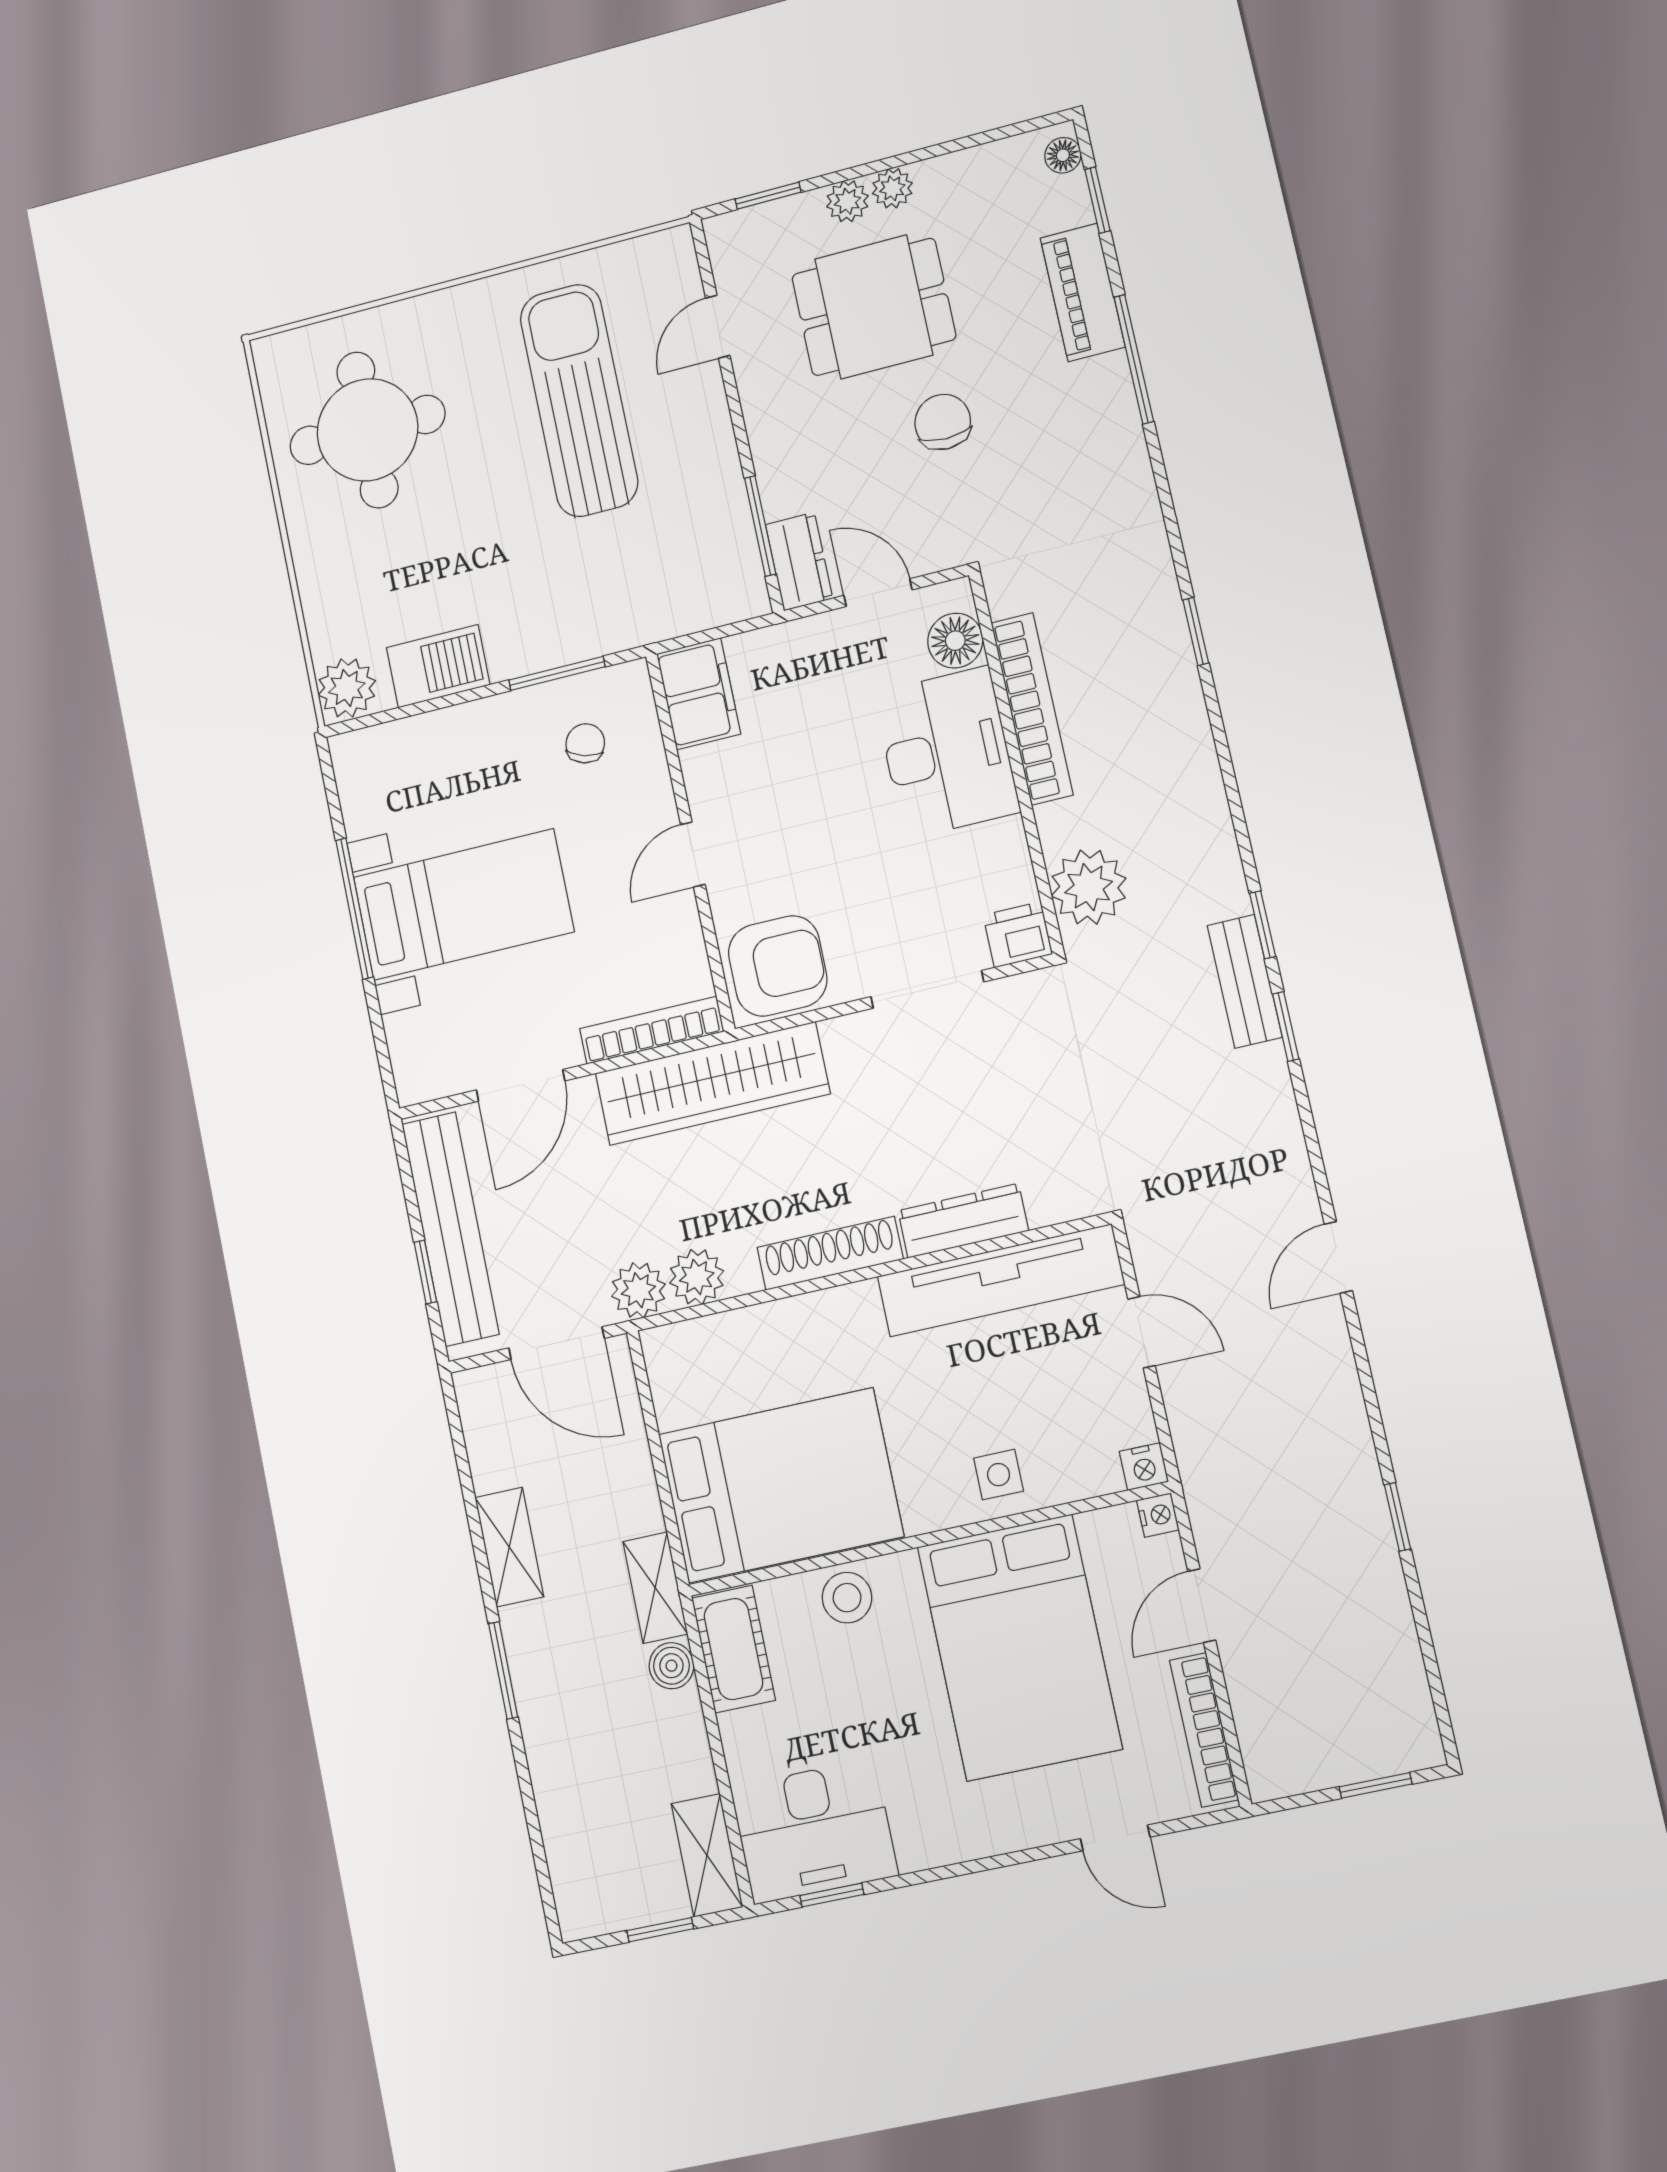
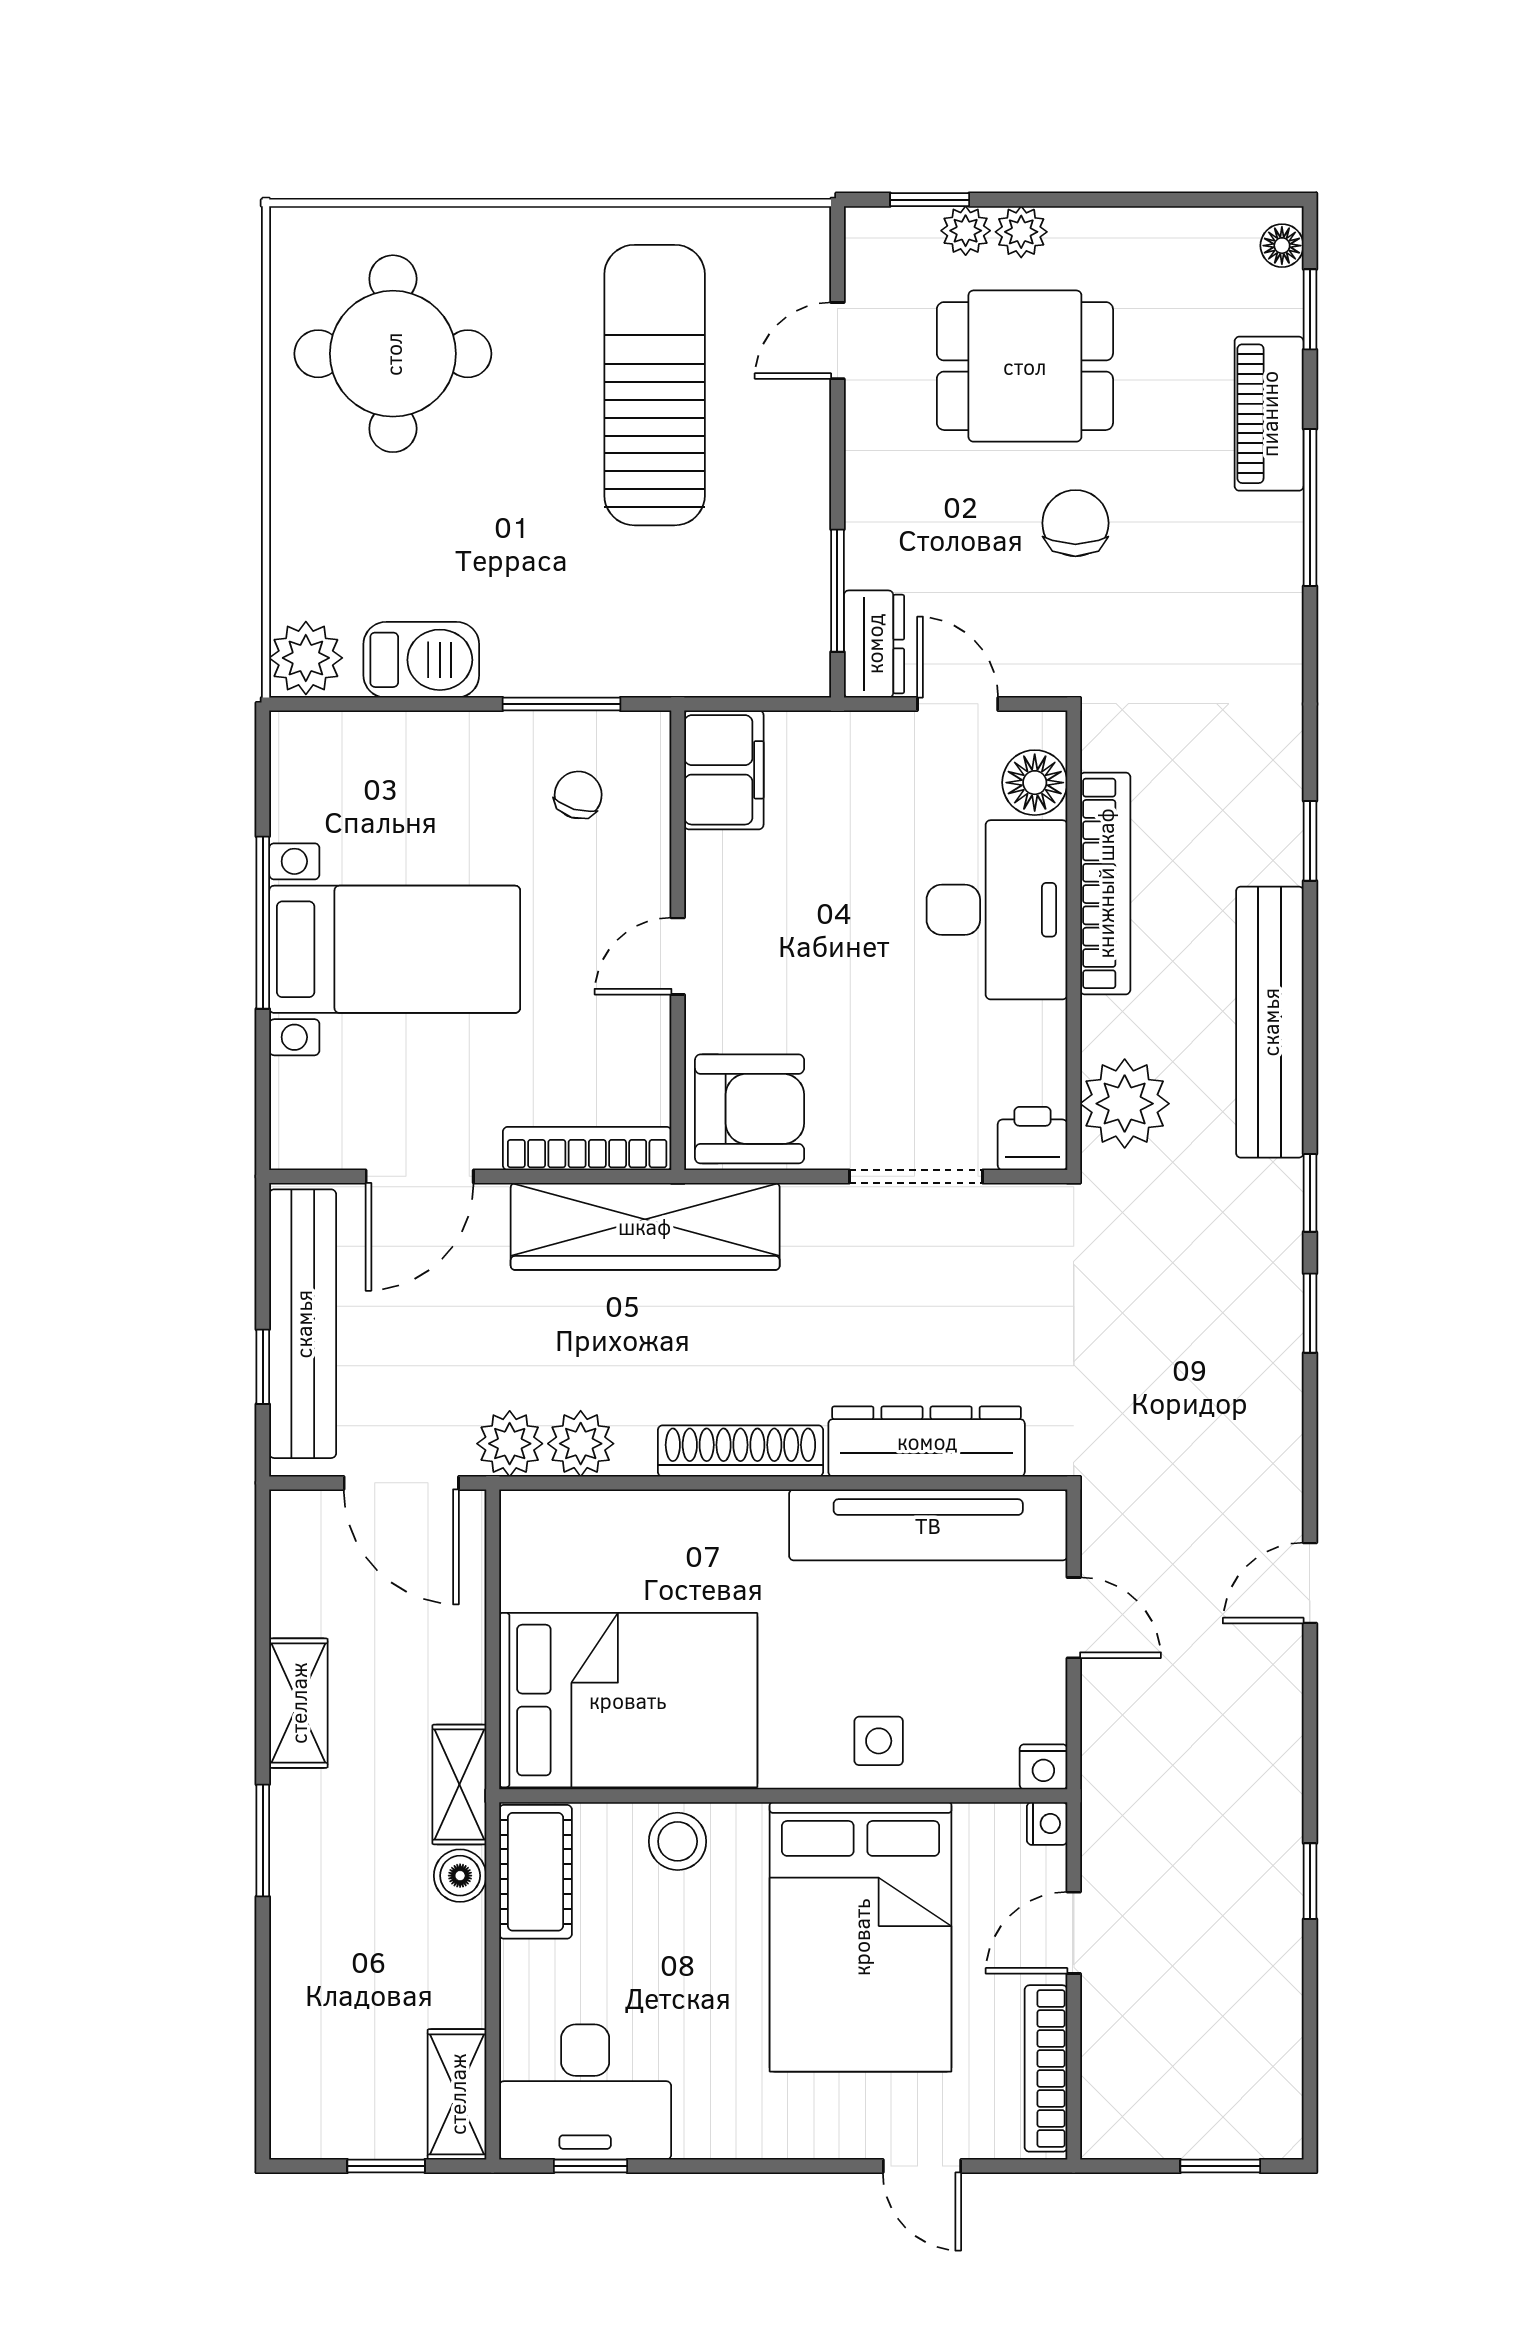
plant: (892, 188) -> (966, 231), moved
bench: (1245, 981) -> (1270, 1022), moved, width x1.86, depth x1.21
dresser: (963, 1221) -> (927, 1441), width x1.37, depth x1.24

